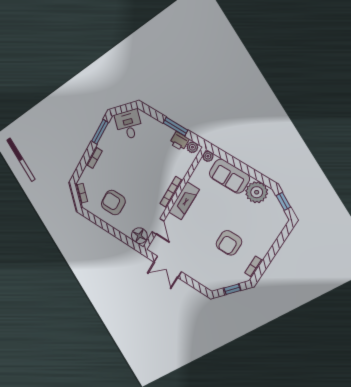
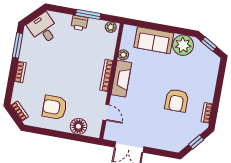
printer: (179, 141) -> (79, 23), moved
plant: (208, 156) -> (123, 55), moved
floor lamp: (139, 236) -> (79, 126), moved

